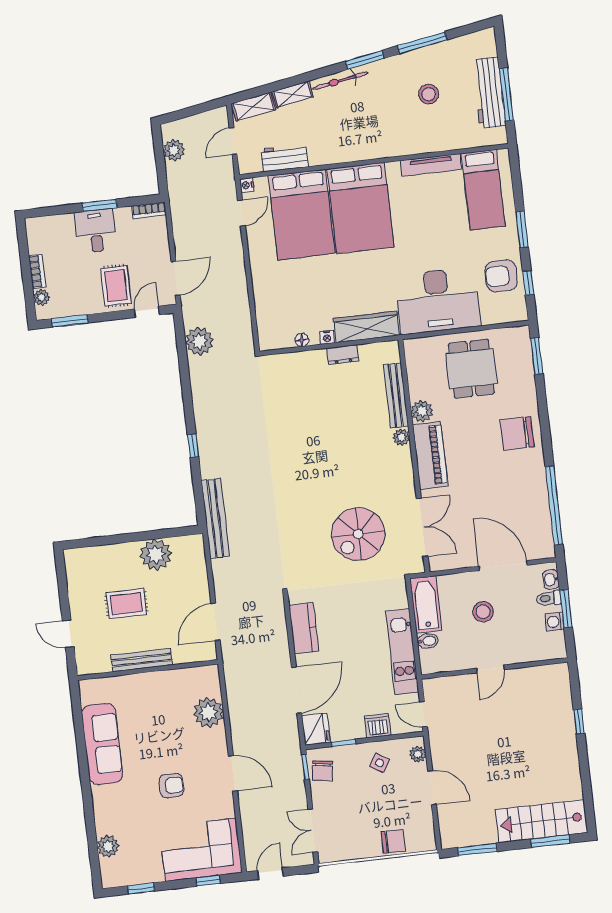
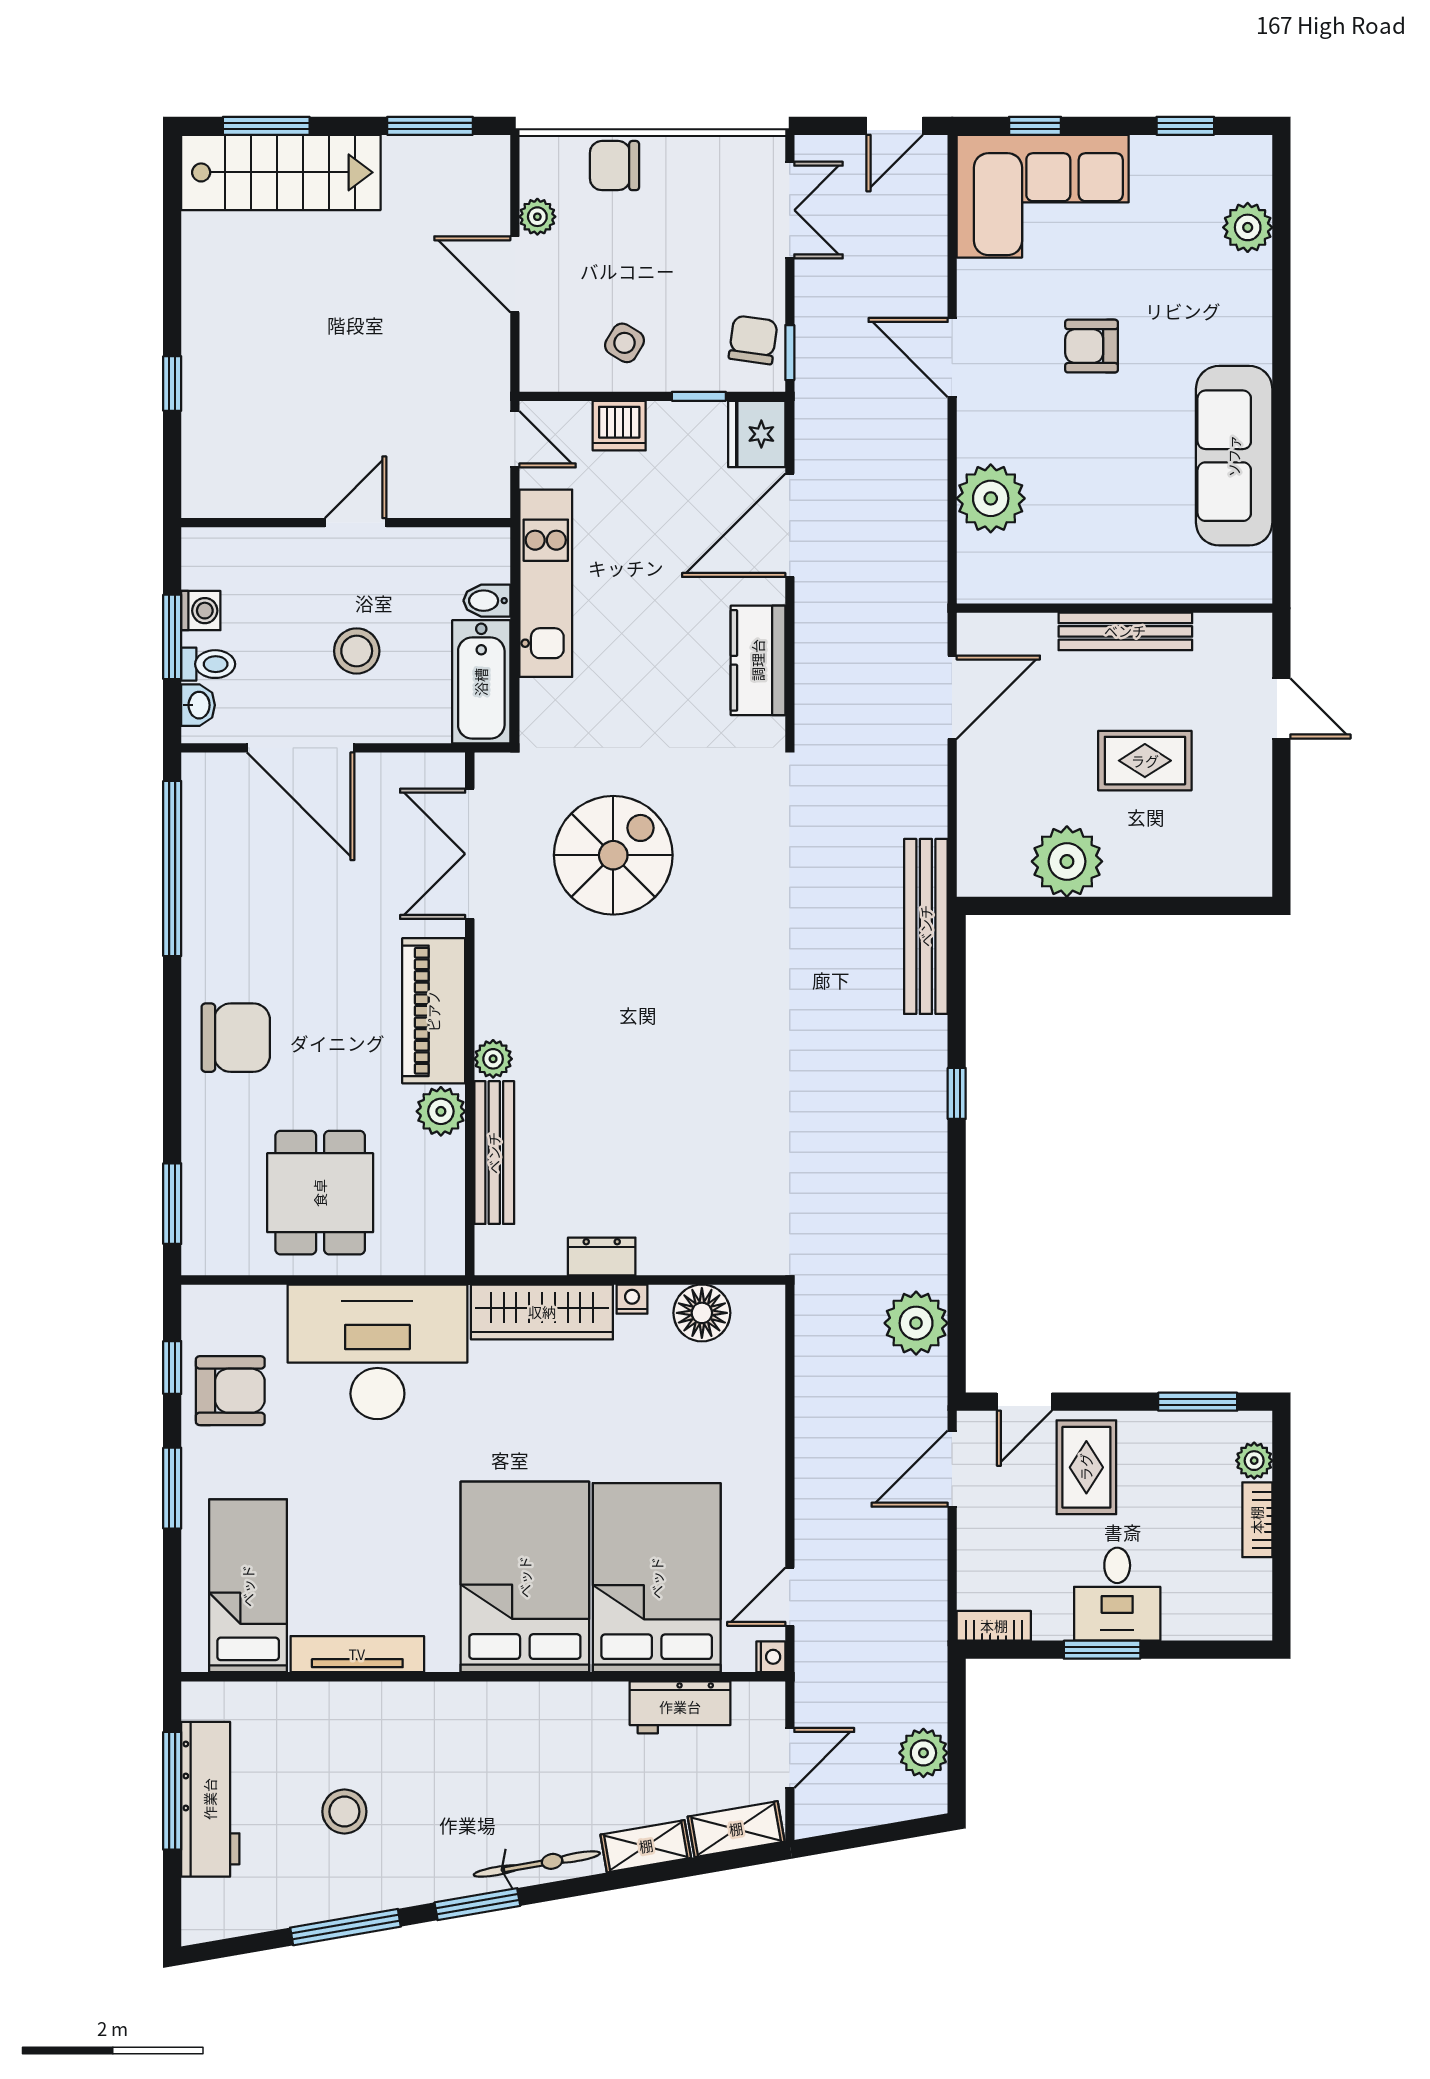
floor lamp: (302, 340) -> (702, 1313), width x1.89, depth x1.89
plant: (418, 754) -> (537, 217), moved

